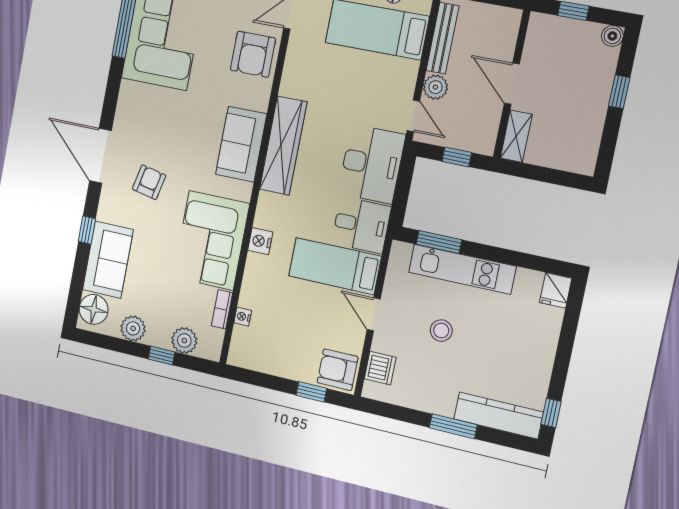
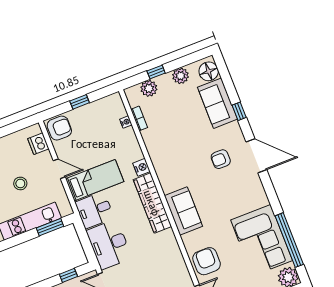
wardrobe: (283, 146) -> (152, 203), moved
armchair: (149, 182) -> (221, 159), turned 78
corner sofa: (211, 240) -> (168, 151), removed
window: (311, 392) -> (80, 102), moved

